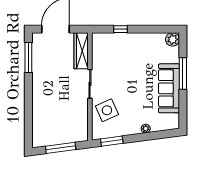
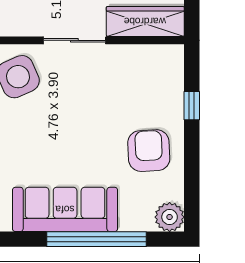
armchair: (141, 49) -> (149, 151), added
window: (183, 74) -> (96, 239), width x1.46

